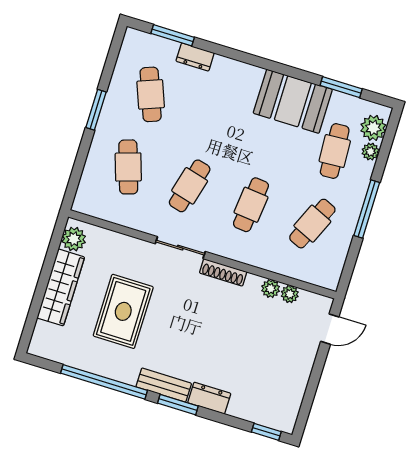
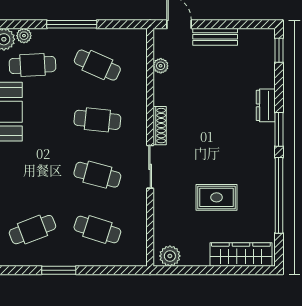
cafe table: (128, 167) -> (97, 230), turned 36
wardrobe: (61, 287) -> (241, 254), moved
plant: (271, 289) -> (161, 83), removed
rug: (123, 311) -> (217, 197), width x0.73, depth x0.70
bench: (164, 385) -> (215, 37), moved, turned 90

